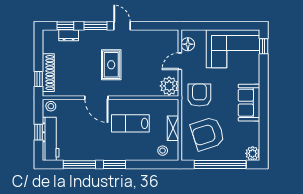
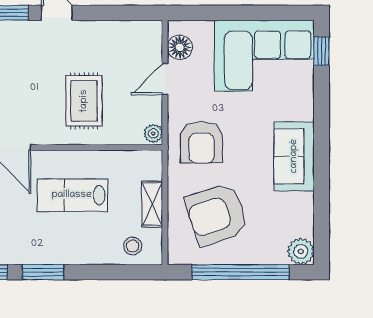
rug: (111, 65) -> (84, 101), moved
plant: (169, 86) -> (153, 133), width x0.53, depth x0.53
armchair: (199, 95) -> (202, 142), turned 180

